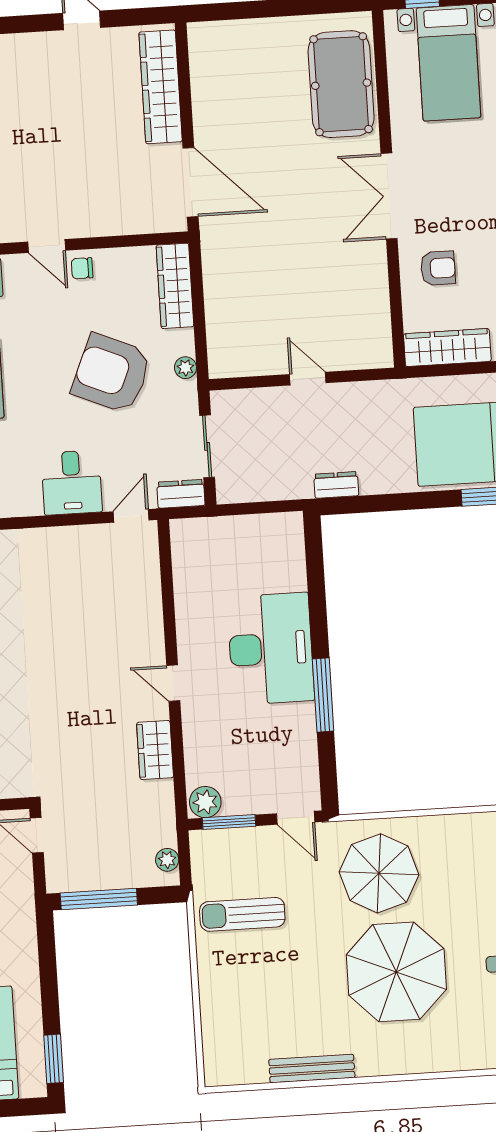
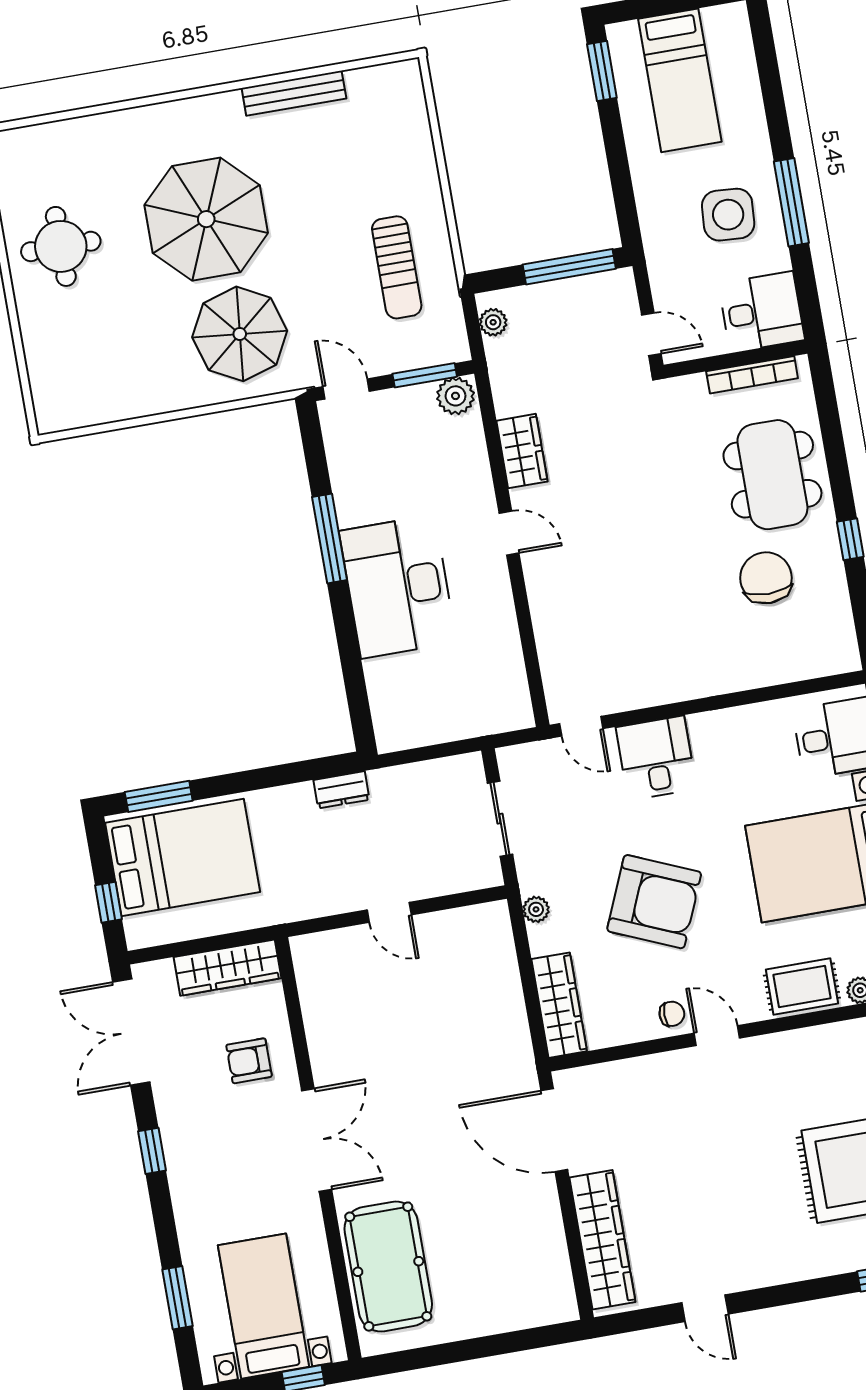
armchair: (112, 373) -> (654, 902), moved
dresser: (181, 494) -> (525, 759), removed
door: (131, 516) -> (581, 726), hinge flipped
sun lounger: (242, 914) -> (397, 267), turned 90

